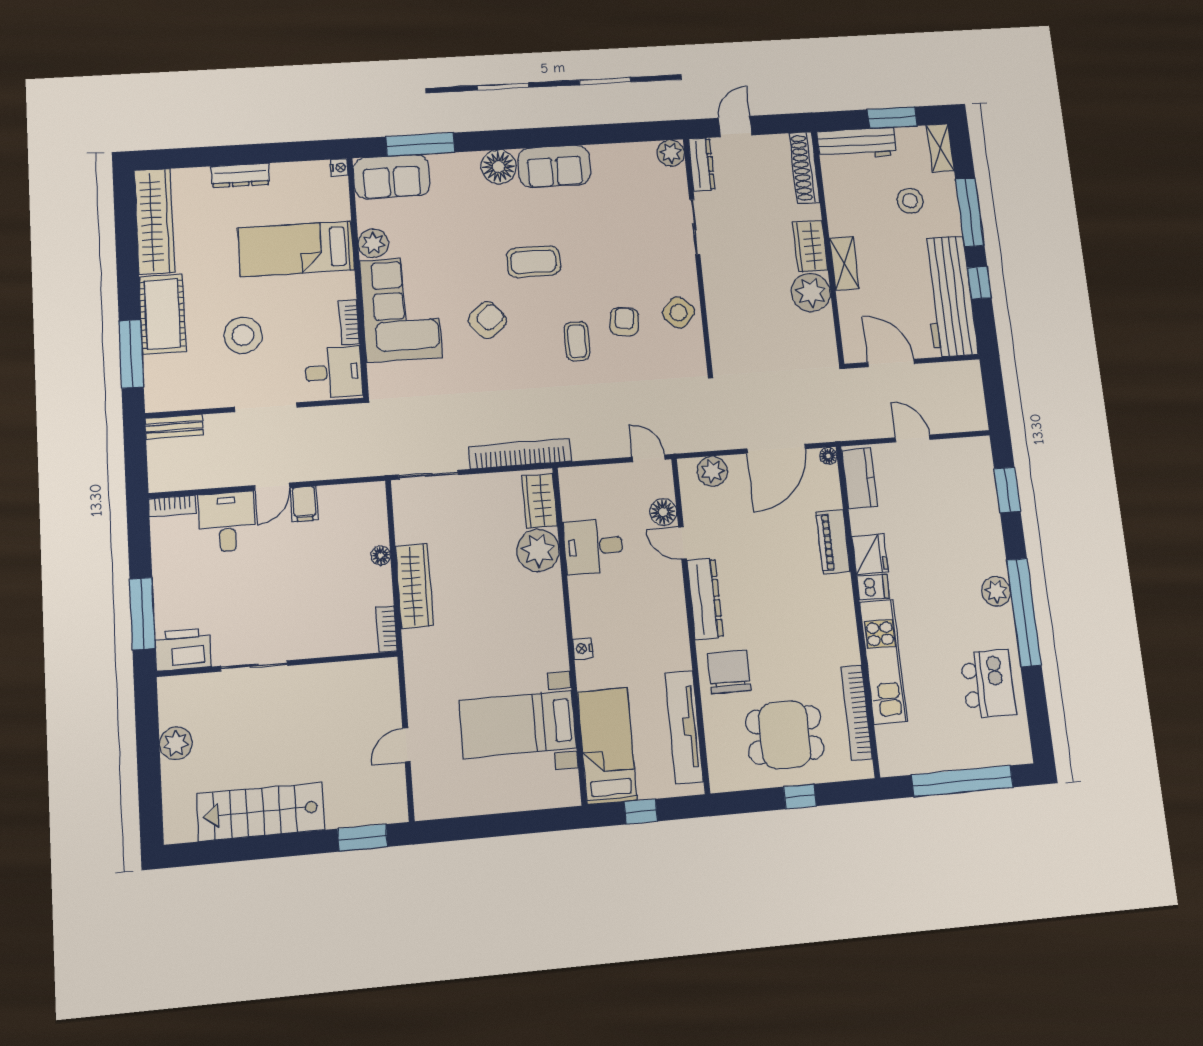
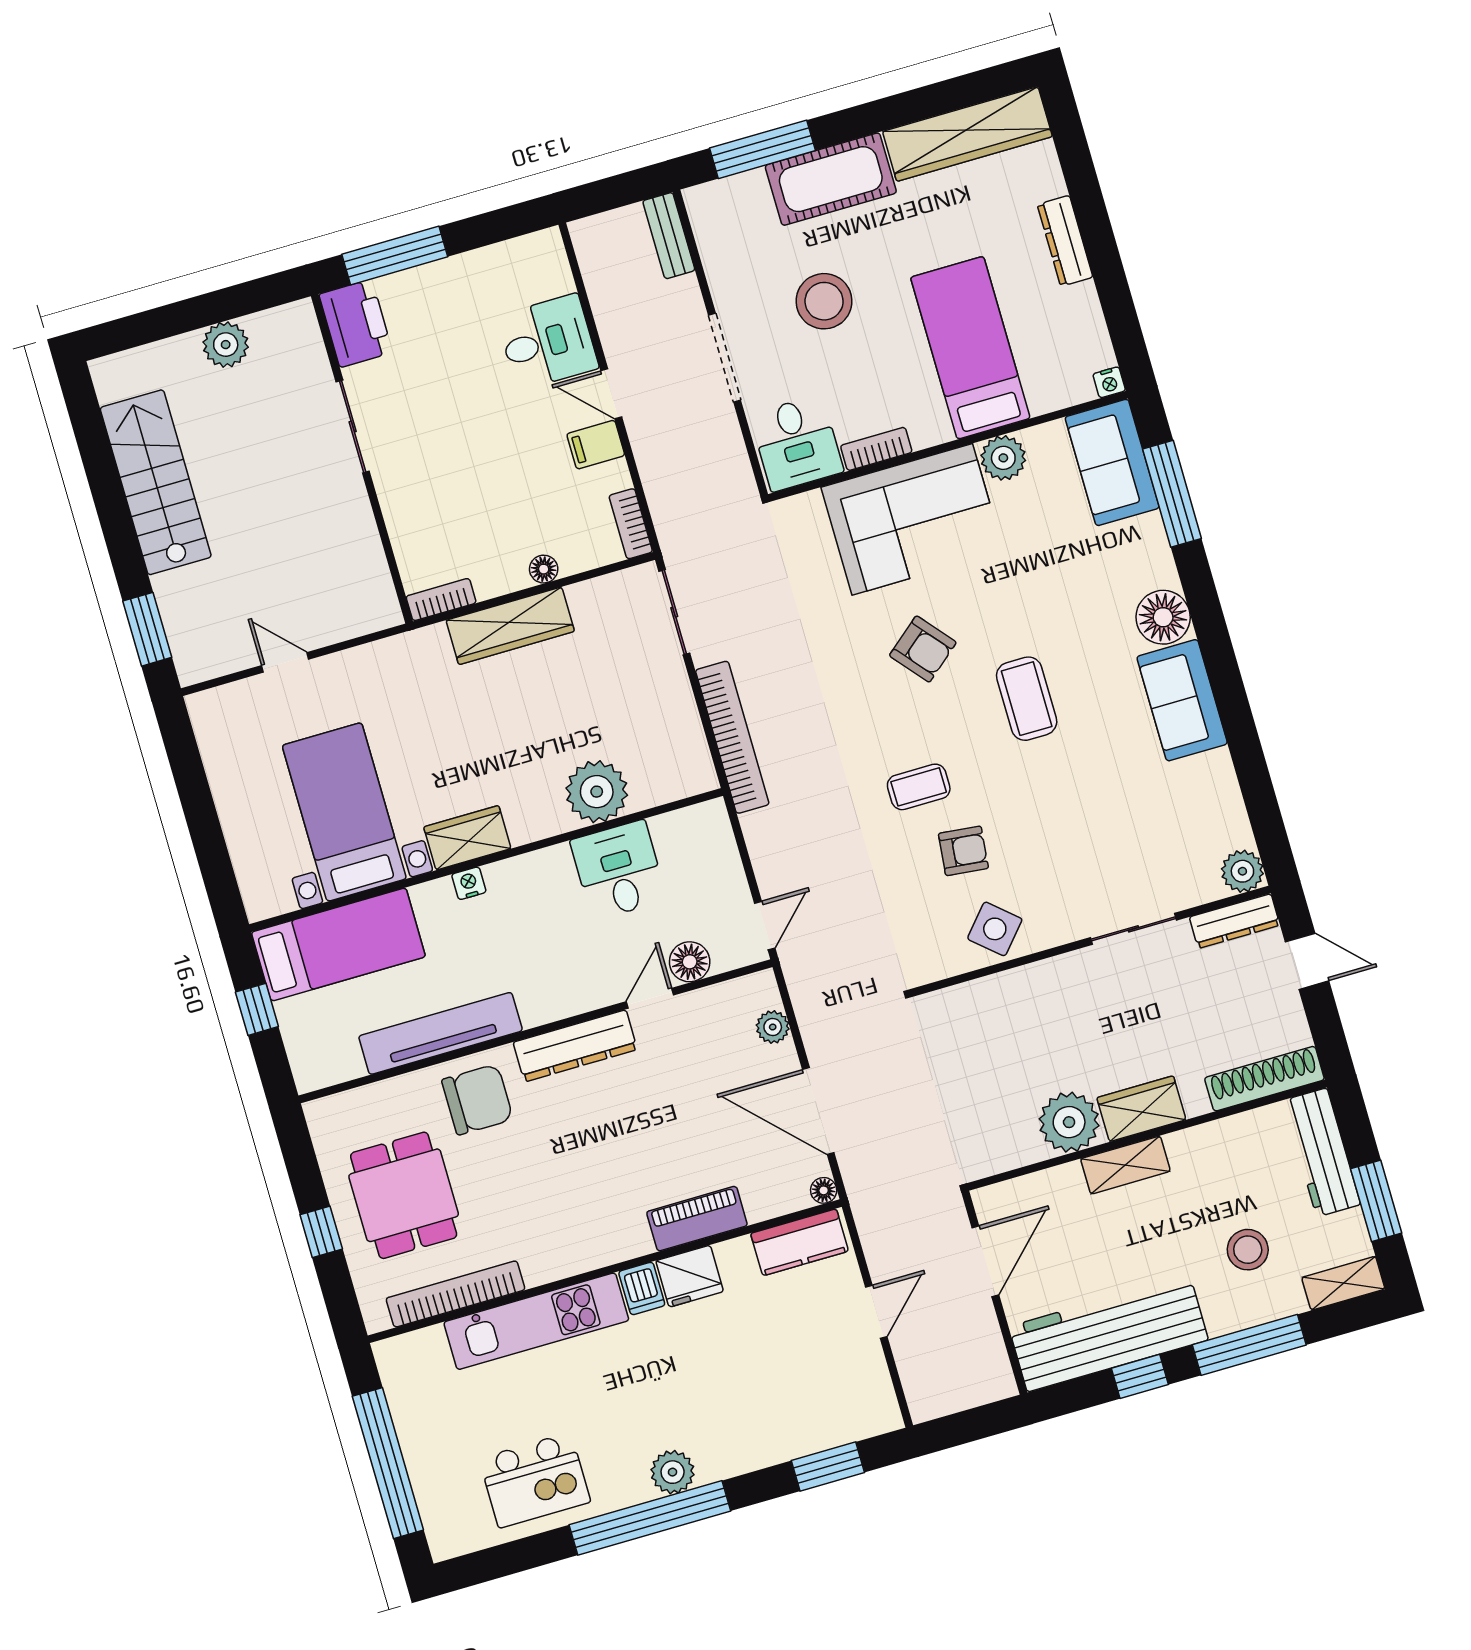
plant: (712, 471) -> (773, 1027), width x0.73, depth x0.73
wardrobe: (540, 501) -> (467, 838), moved
bookcase: (173, 506) -> (631, 524), moved
tv unit: (684, 727) -> (441, 1033), moved

